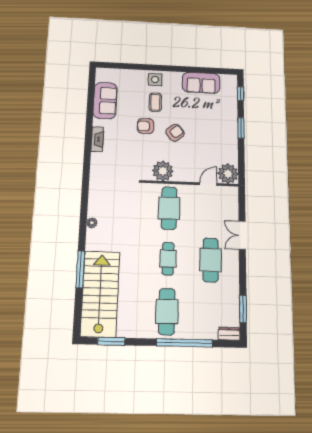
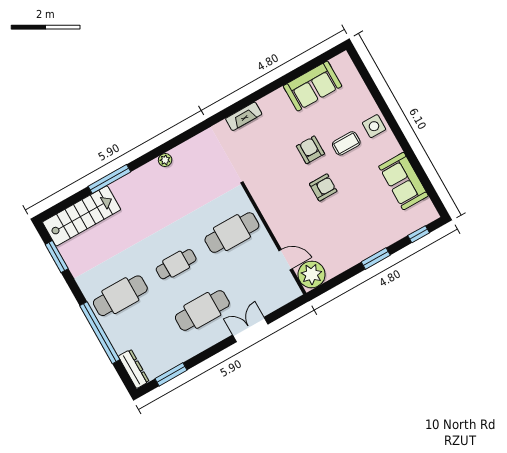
armchair: (175, 133) -> (323, 187), turned -51
fireplace: (97, 139) -> (244, 116), moved
plant: (163, 171) -> (270, 201), removed
stairs: (100, 294) -> (82, 216), width x0.73, depth x0.66
dresser: (229, 334) -> (134, 369), width x1.44

